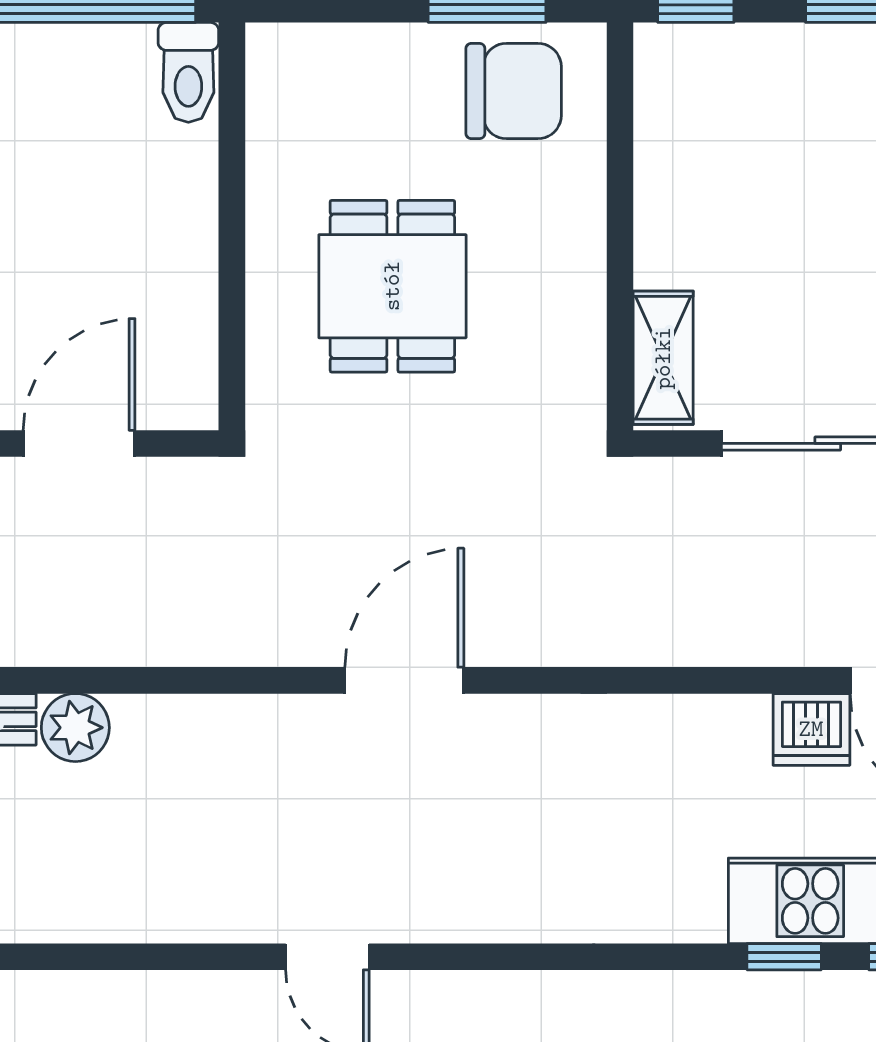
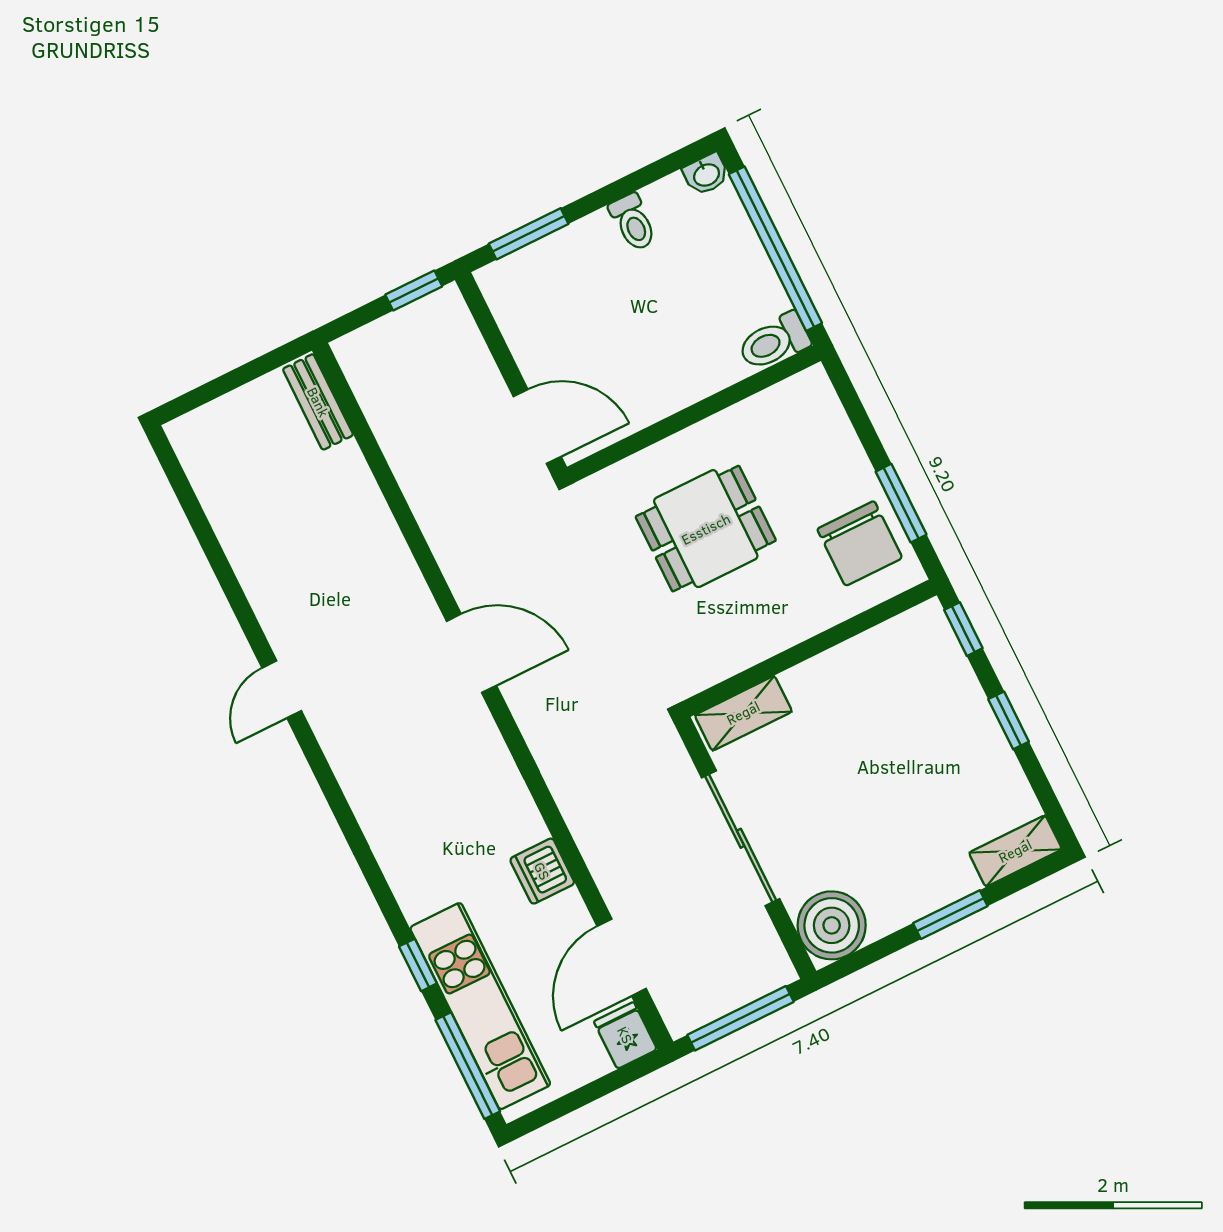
door: (79, 443) -> (537, 427), moved
plant: (75, 728) -> (345, 469), removed
dishwasher: (811, 729) -> (542, 871), moved

